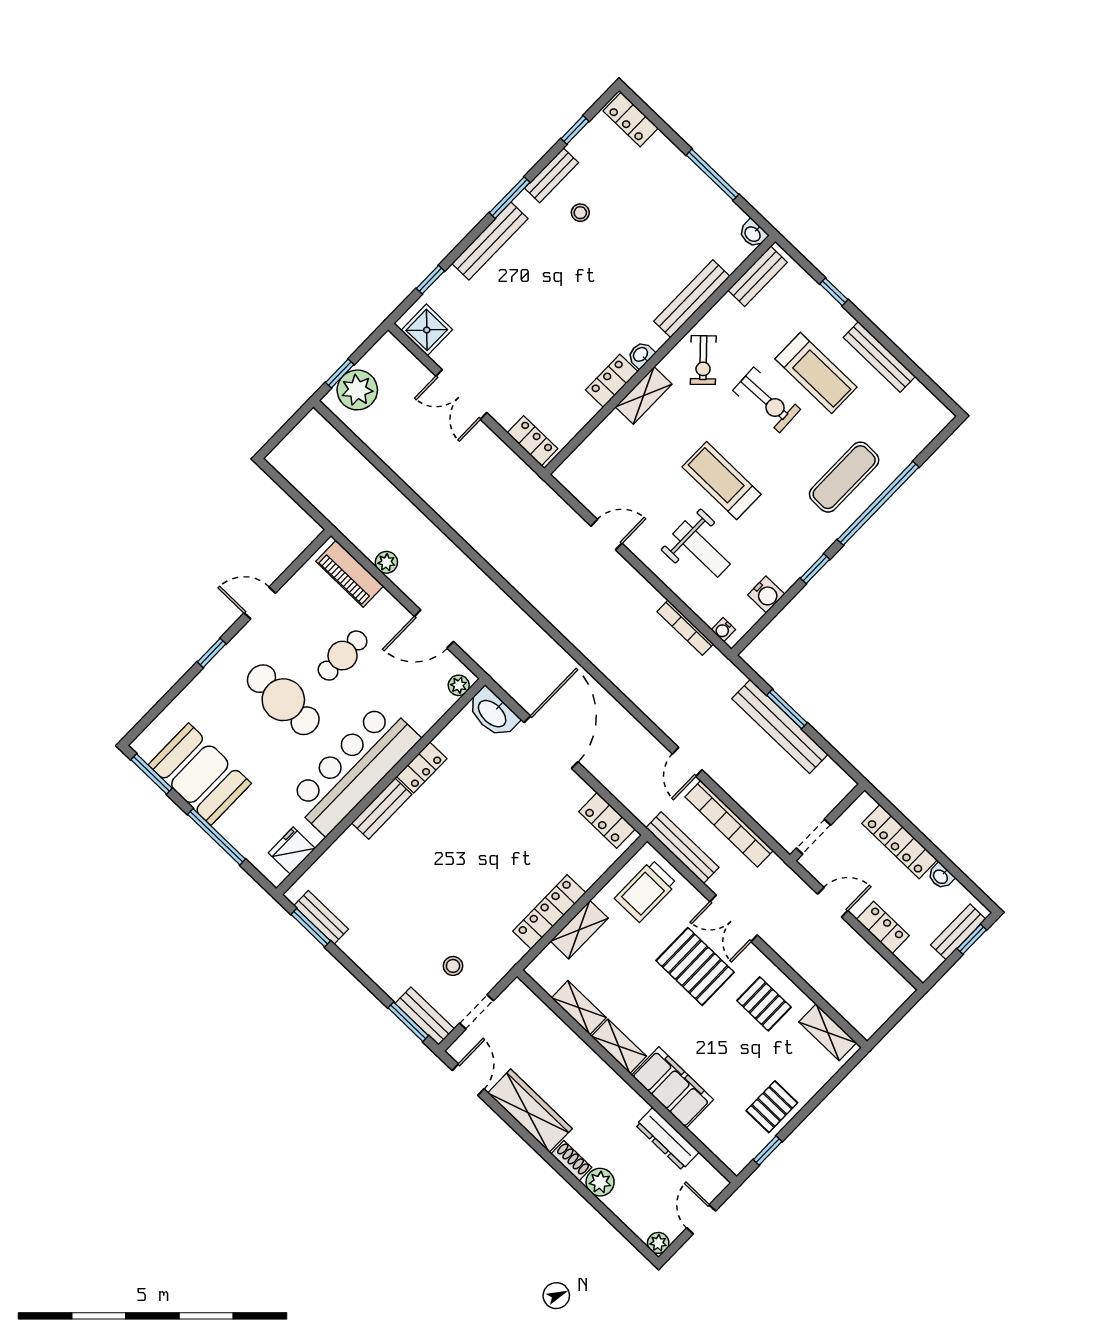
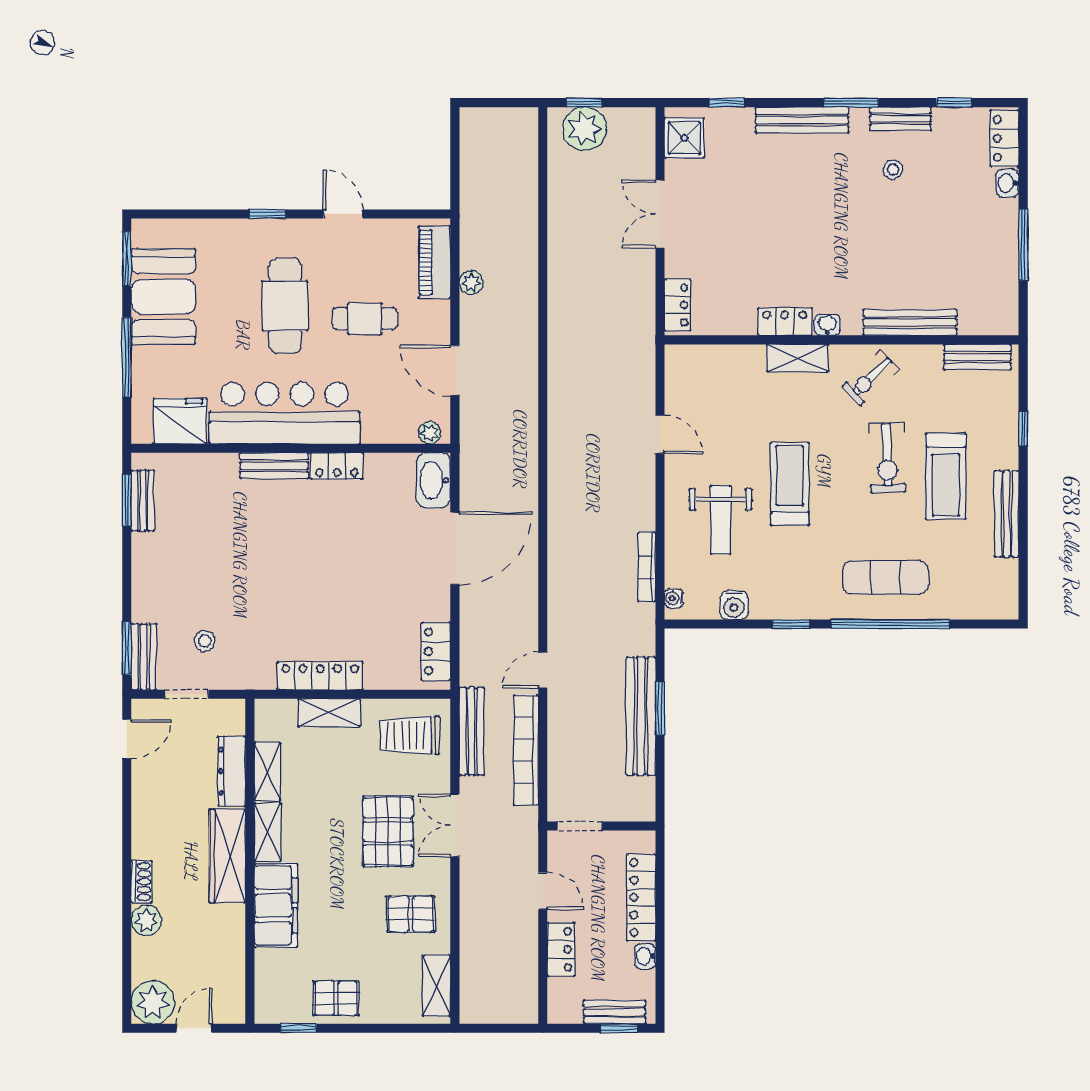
washbasin: (753, 234) -> (1007, 183), moved
fridge: (292, 851) -> (180, 421), width x1.36, depth x1.34
pallet: (764, 1004) -> (411, 914), turned 90
wardrobe: (530, 1111) -> (227, 856), moved, turned 180
dresser: (667, 1139) -> (232, 771), moved
plant: (658, 1243) -> (153, 1002), width x1.87, depth x1.87

